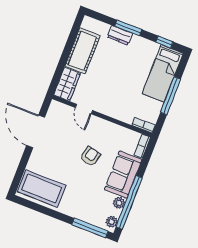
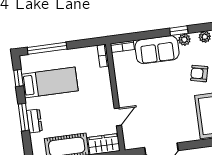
bed: (163, 73) -> (50, 83), moved
window: (170, 96) -> (47, 48), moved
armchair: (90, 156) -> (199, 74), moved
window: (129, 202) -> (179, 31), width x0.32

